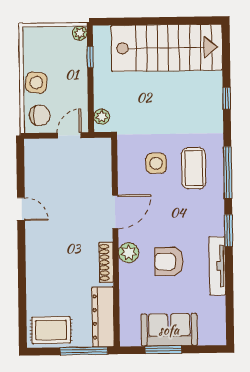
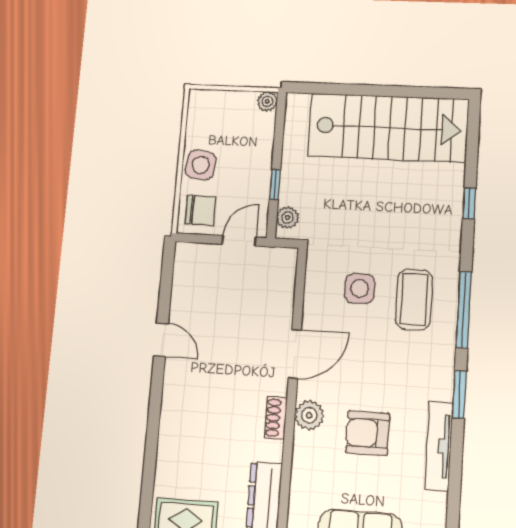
window: (90, 57) -> (275, 184), moved
shoe rack: (106, 262) -> (276, 418), width x0.70

